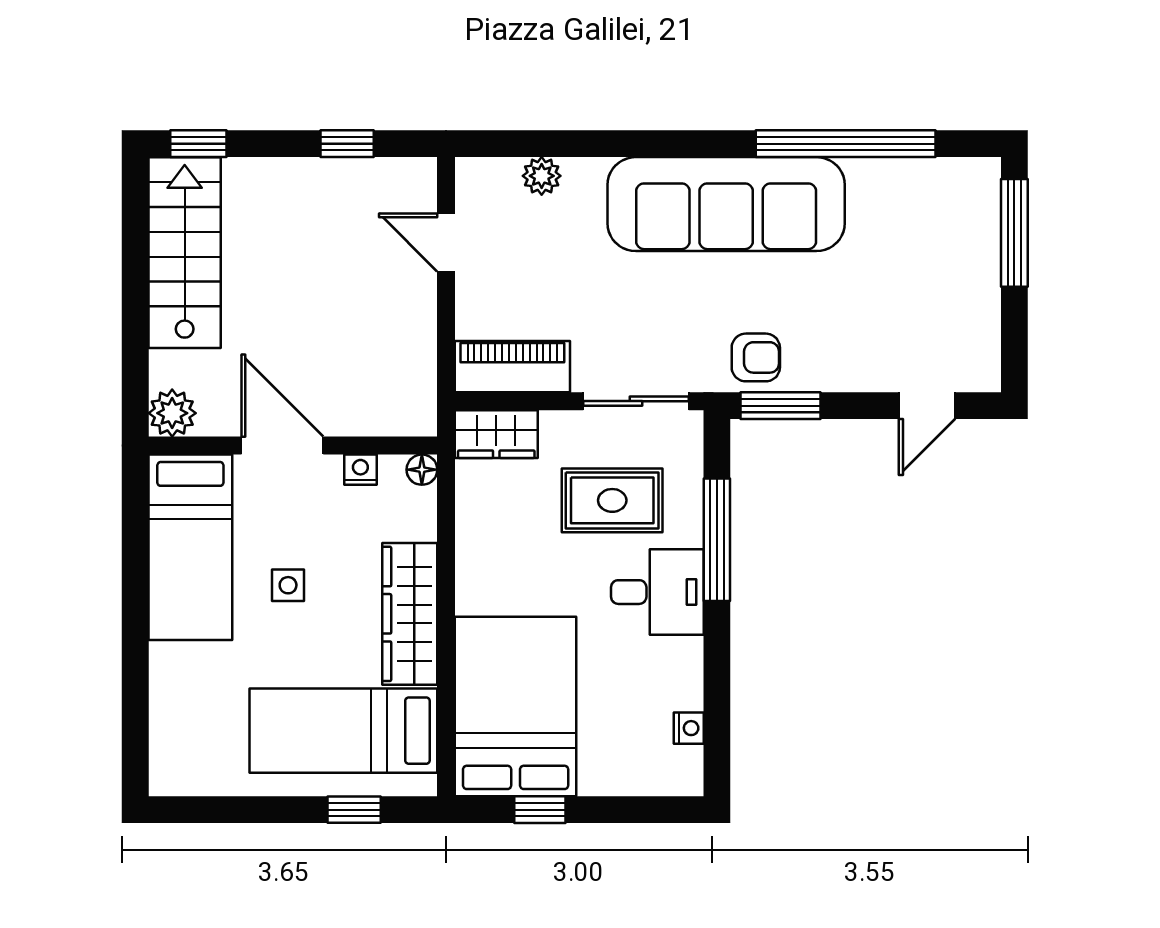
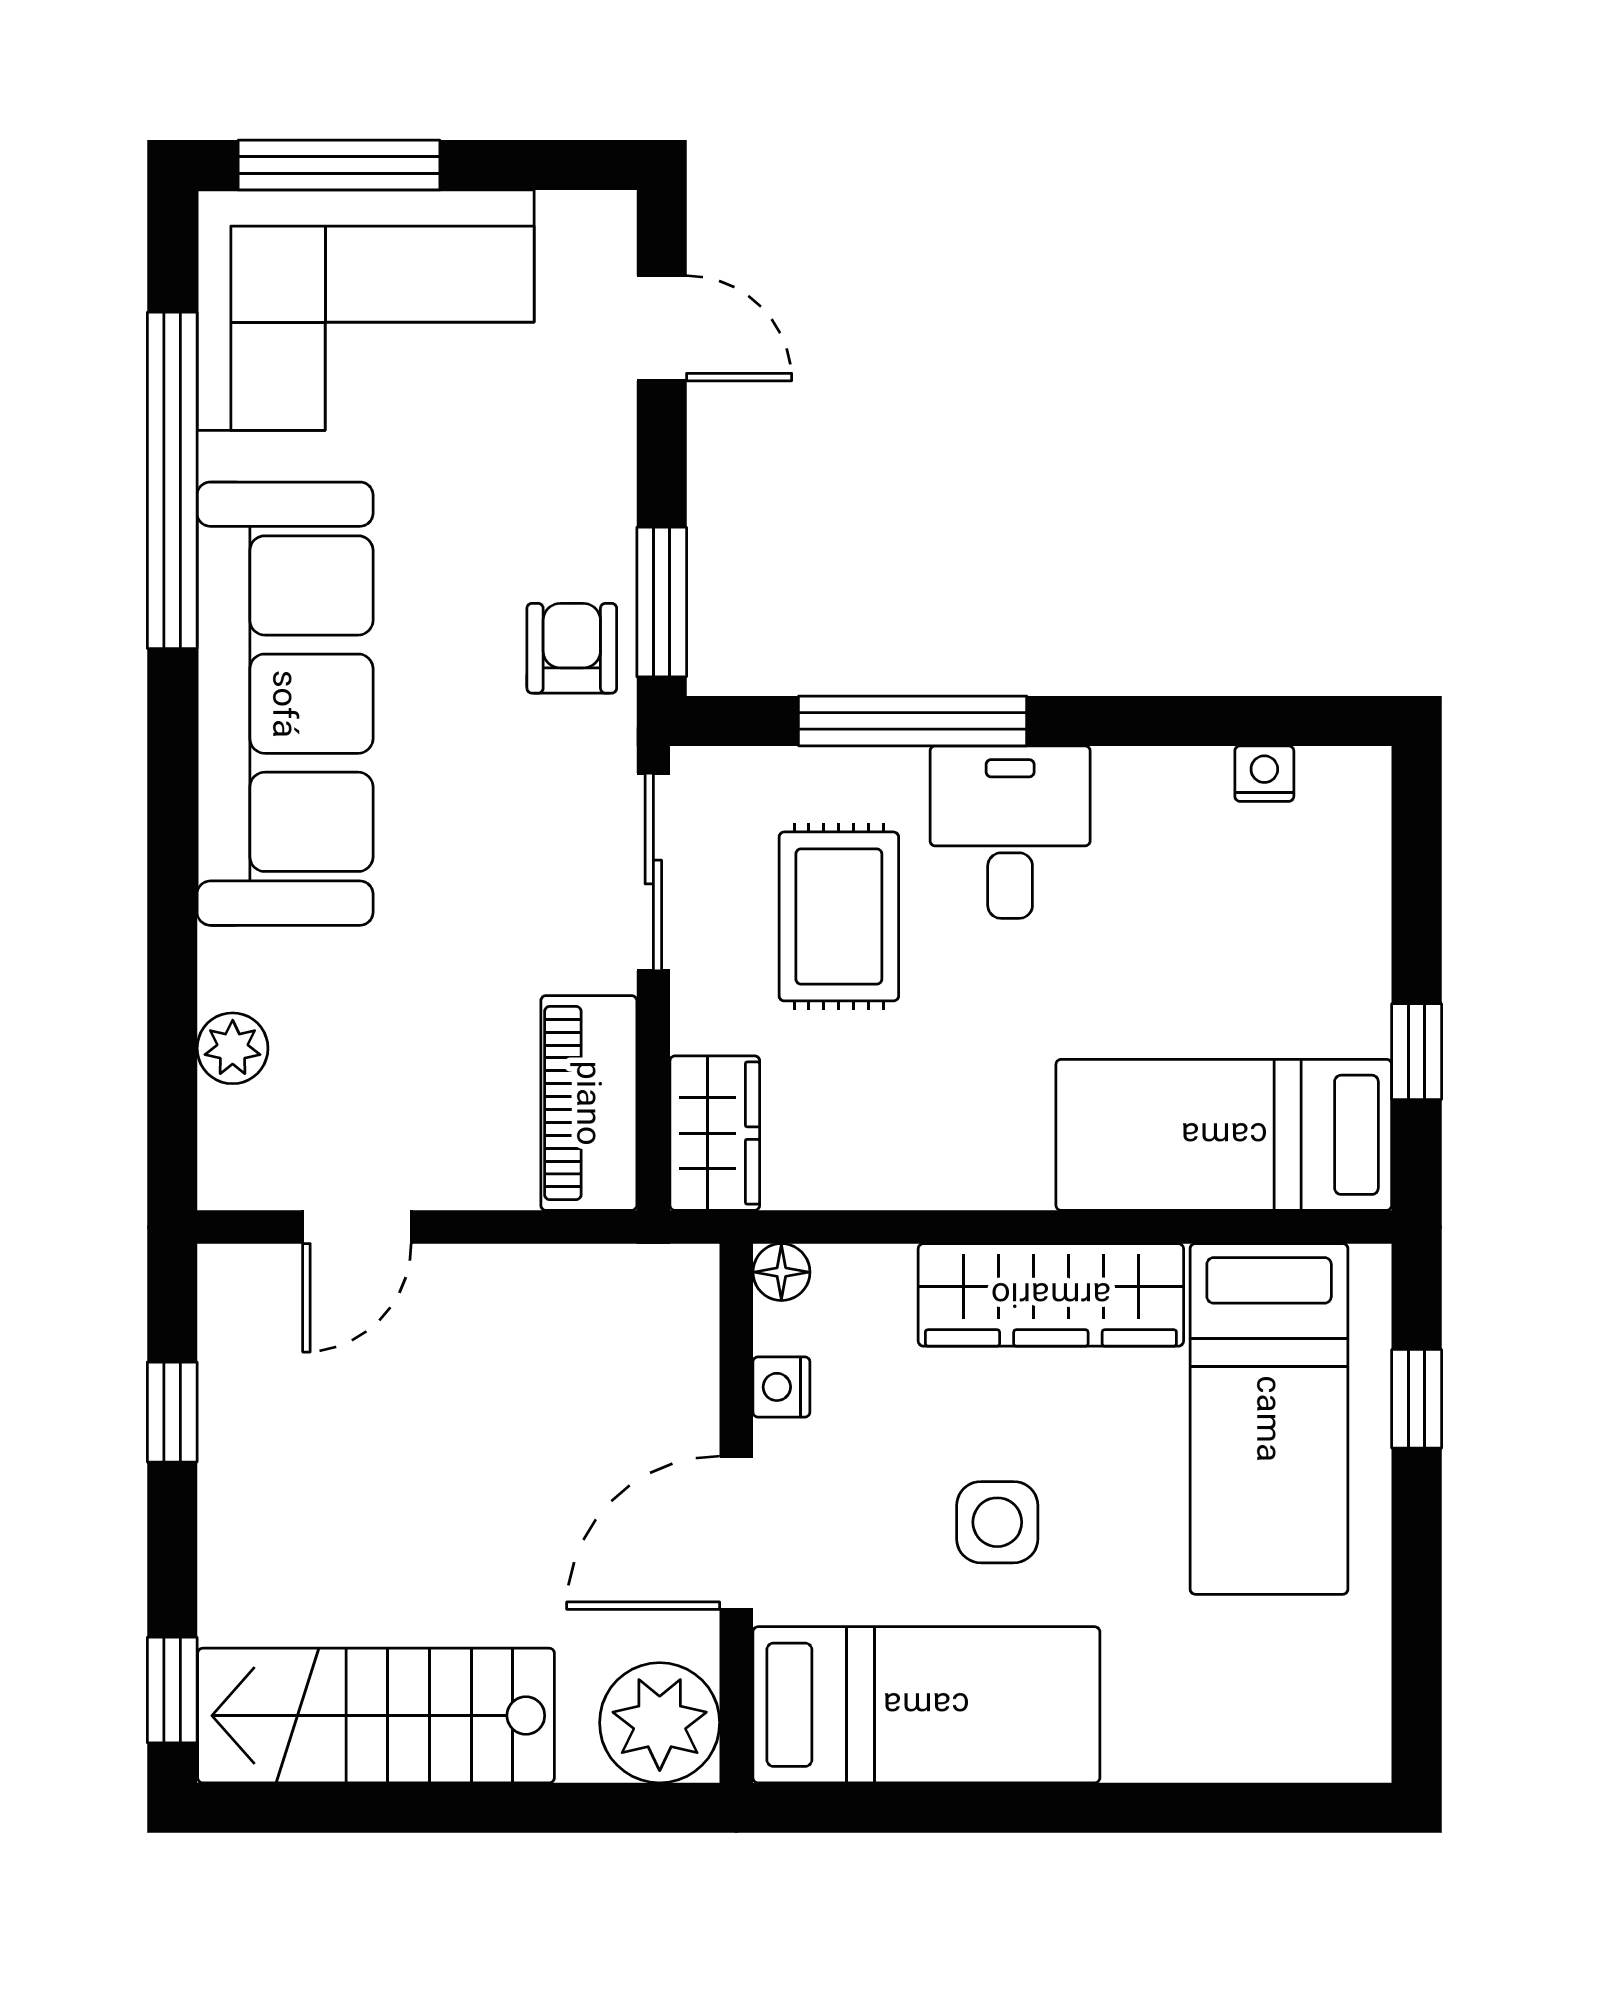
corner sofa: (937, 247) -> (366, 310), added
plant: (172, 413) -> (660, 1723), width x1.36, depth x1.36
side table: (288, 585) -> (997, 1522), width x1.37, depth x1.37
bed: (516, 706) -> (1224, 1135), width x0.67

